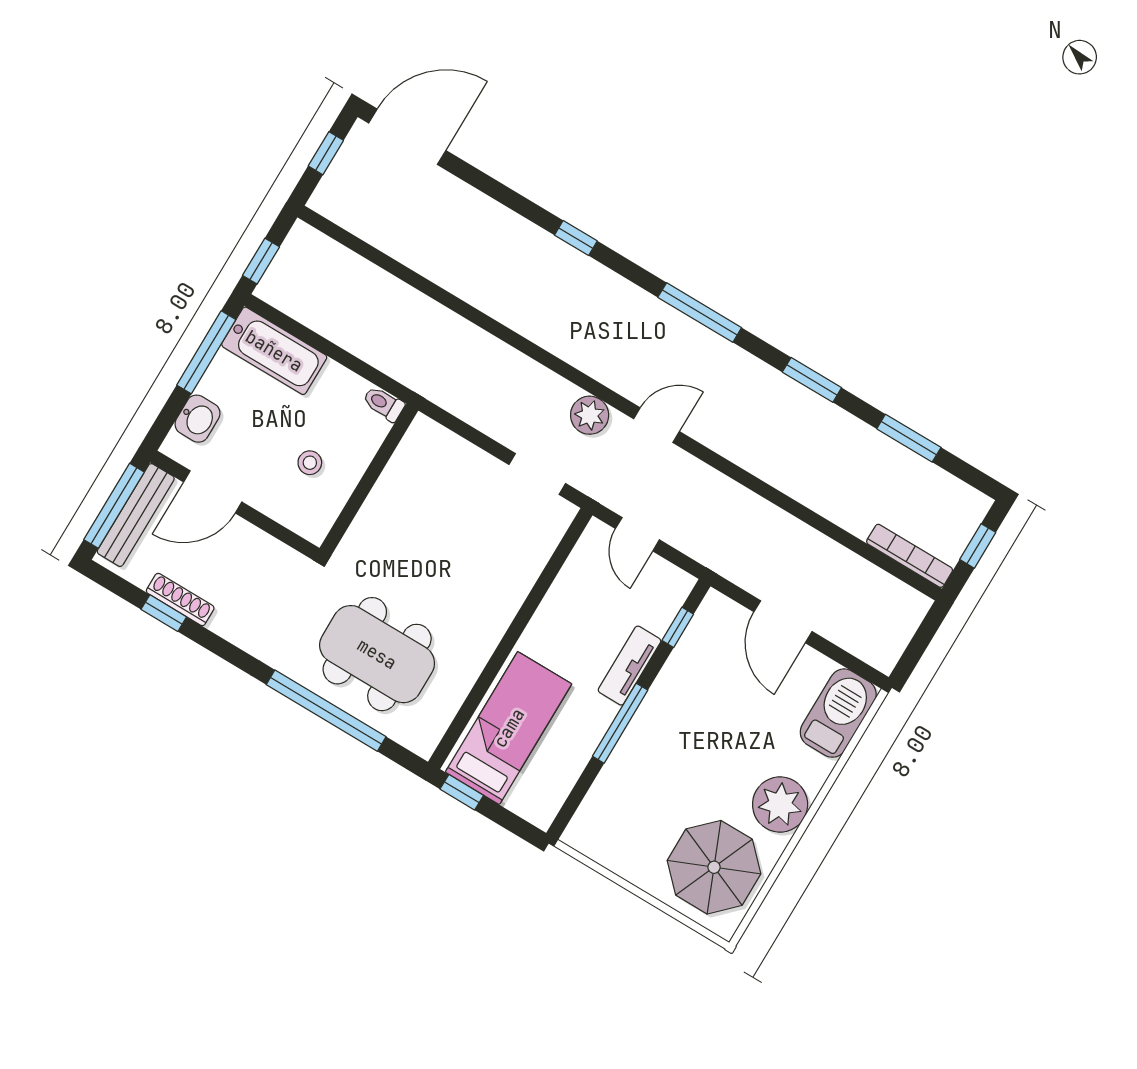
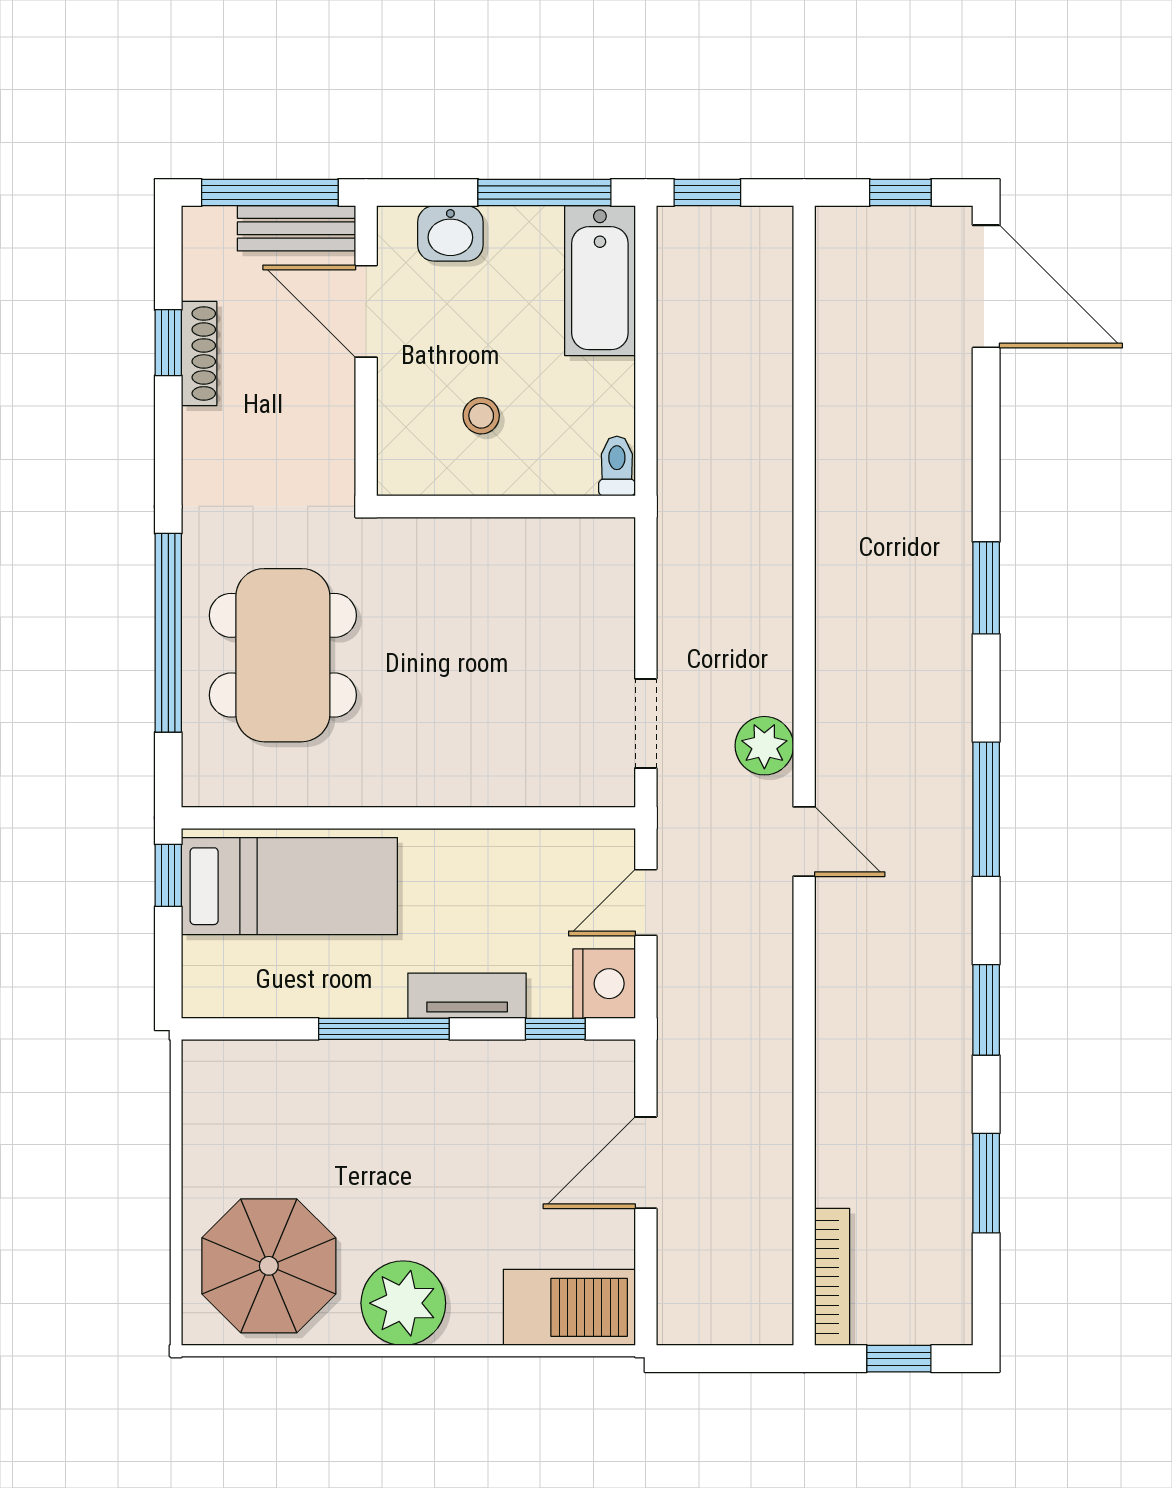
window: (576, 238) -> (986, 588), width x1.50
bench: (136, 515) -> (296, 228), width x0.73
nightstand: (669, 585) -> (604, 984), added

